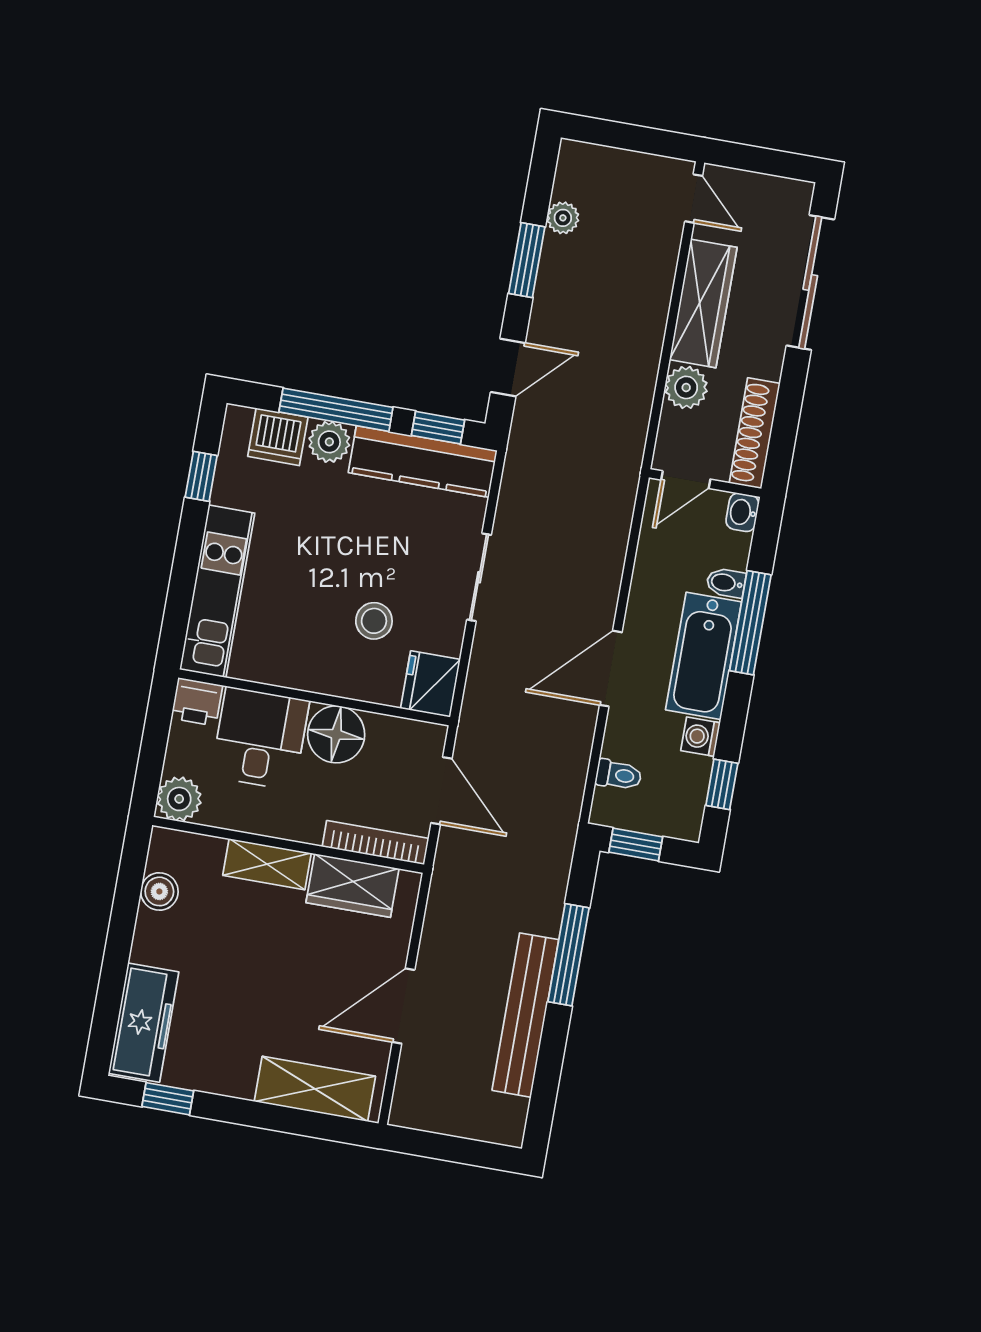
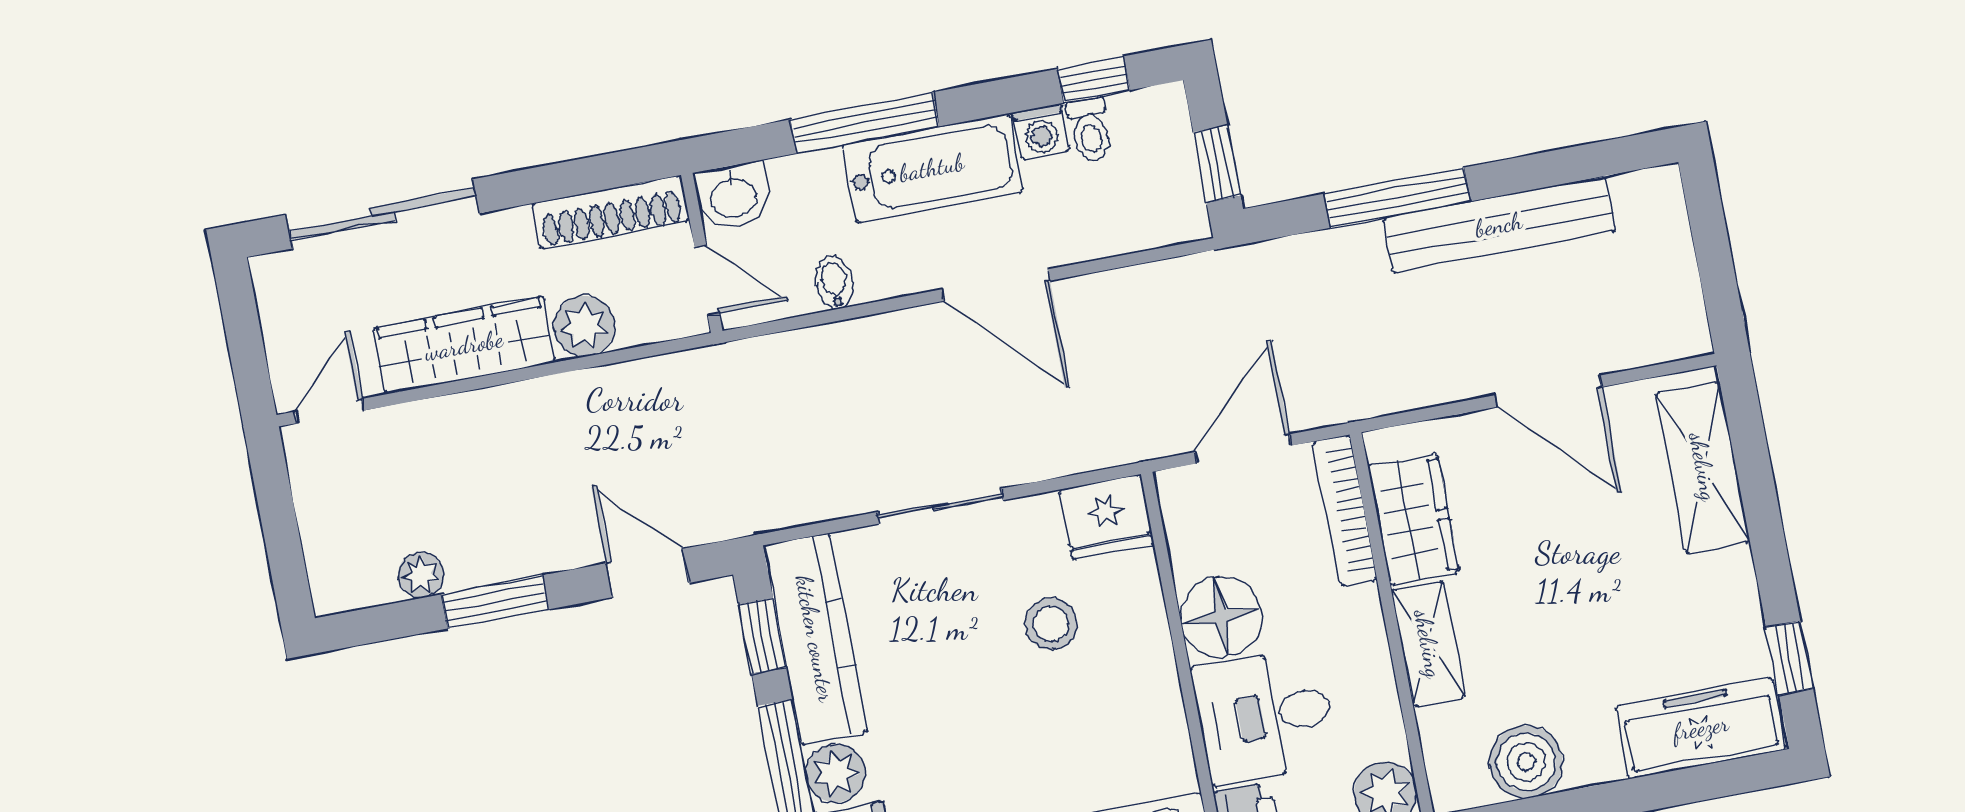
washbasin: (742, 512) -> (733, 196), width x1.38, depth x1.45
bidet: (726, 583) -> (834, 283), moved, turned 180
toilet: (619, 775) -> (1090, 130), moved, turned 180
boiler: (159, 891) -> (1526, 762), width x1.36, depth x1.36

